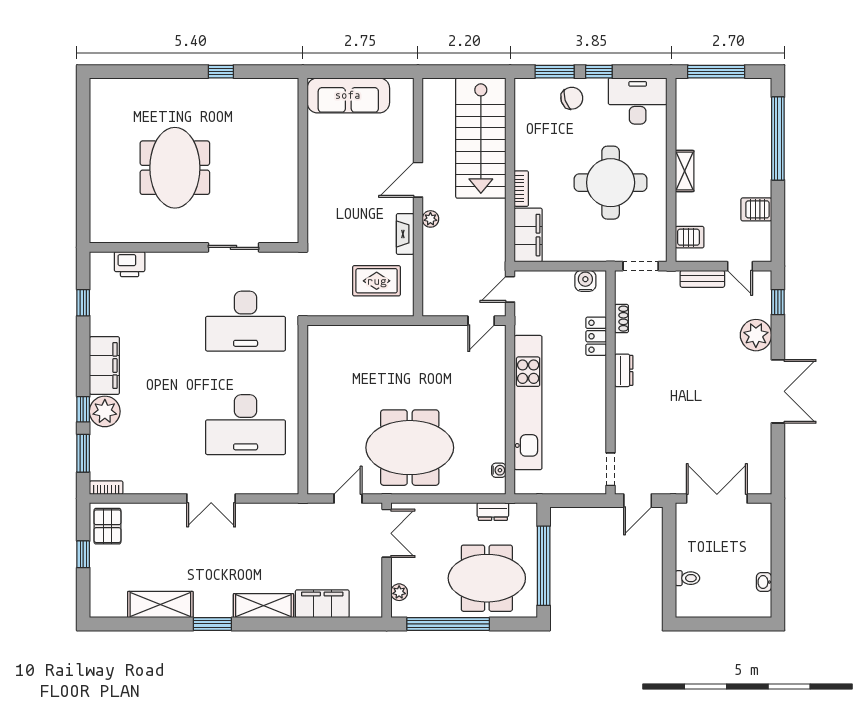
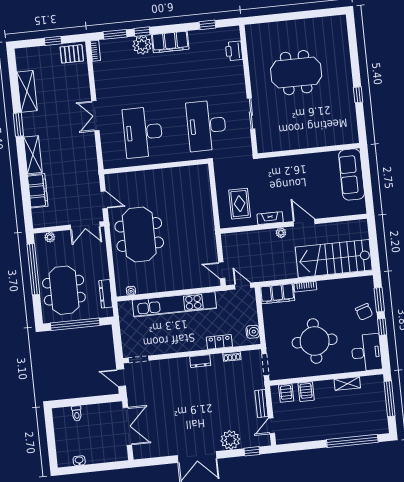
shelving: (685, 171) -> (347, 384), moved
server rack: (756, 209) -> (306, 392), moved, turned 180
dresser: (493, 511) -> (106, 294), width x1.44

